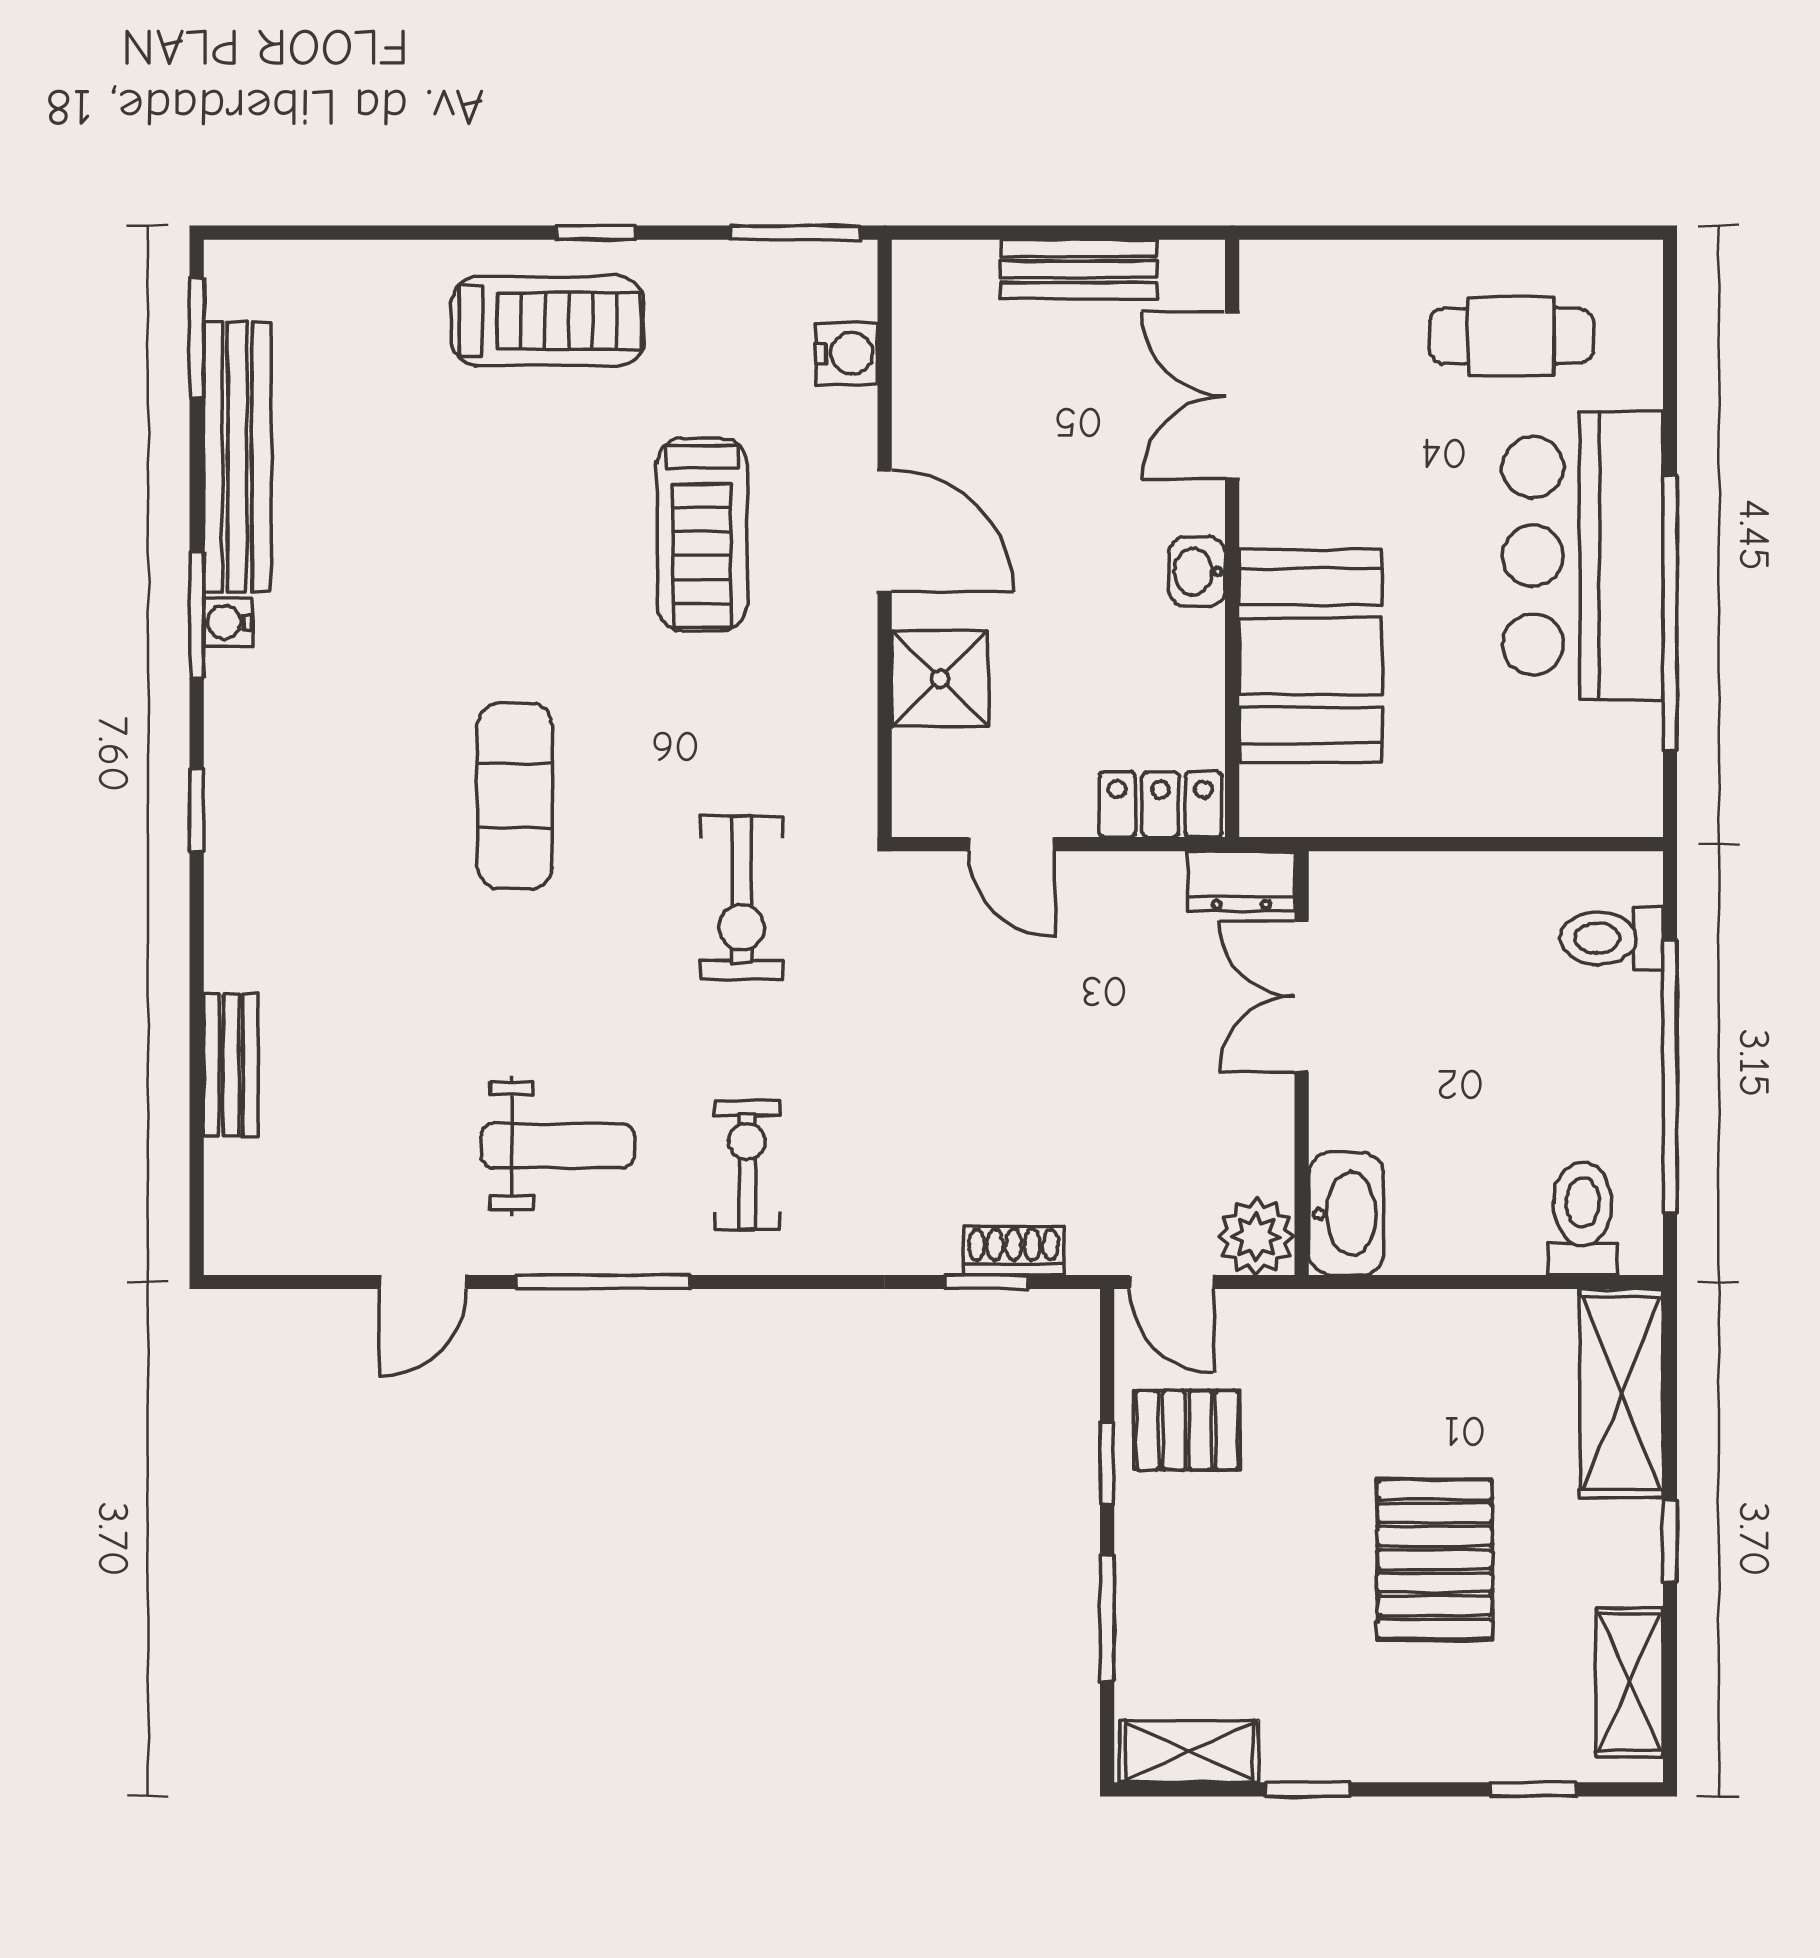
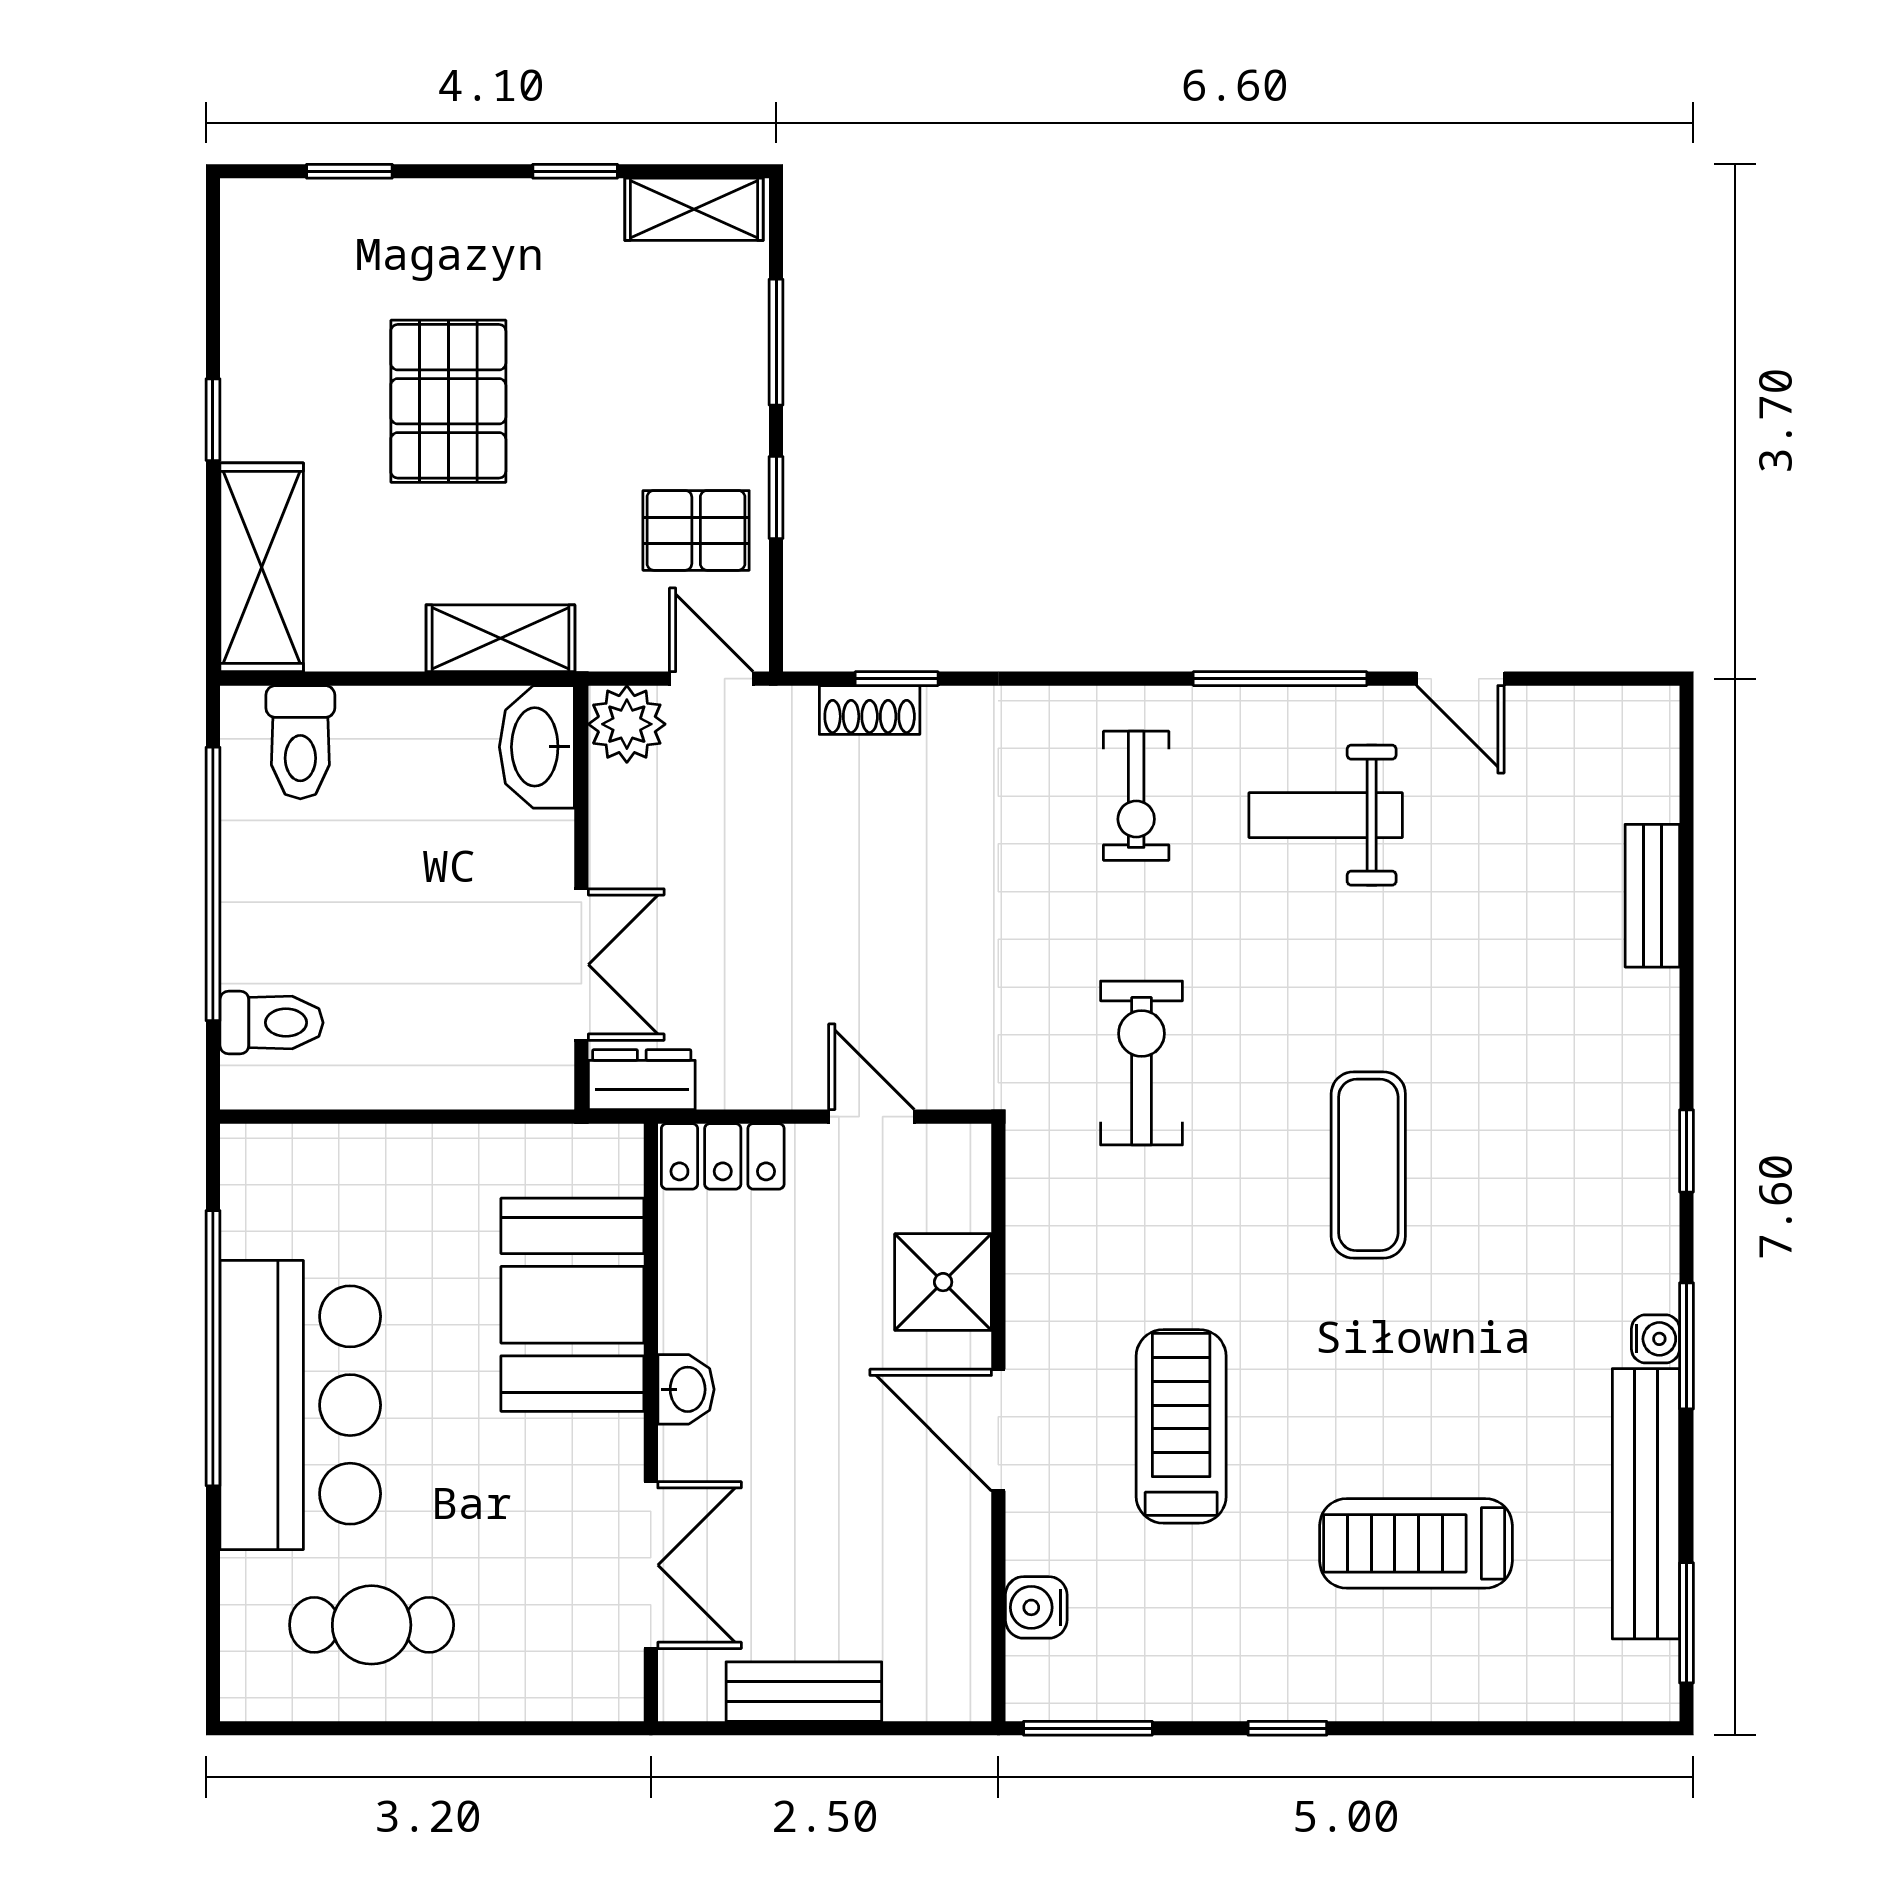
treadmill: (548, 321) -> (1416, 1543), moved
door: (423, 1282) -> (1460, 679), swing flipped
shelving: (1630, 1682) -> (500, 638), moved, turned 90

